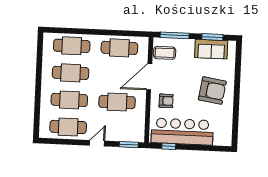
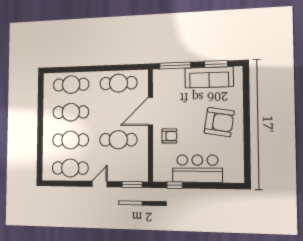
sofa: (211, 49) -> (209, 77), width x1.36
coffee table: (165, 53) -> (165, 85), removed
bar counter: (182, 132) -> (197, 169), width x0.73

